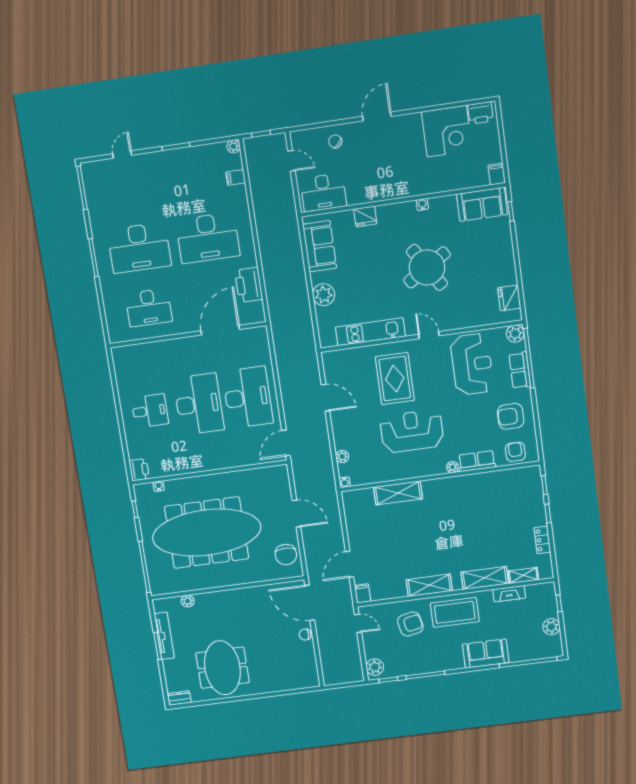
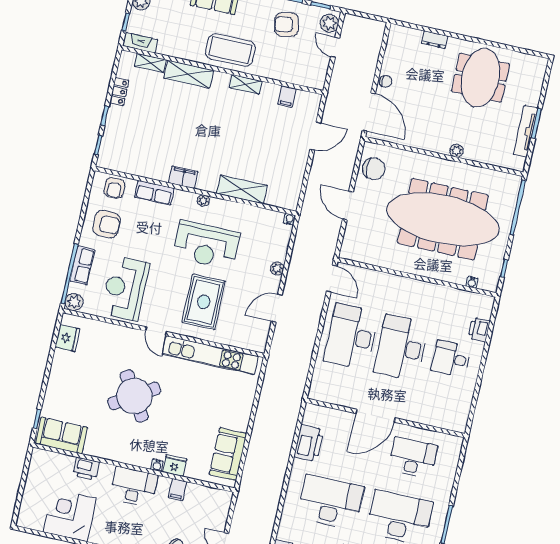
printer: (481, 113) -> (86, 469), moved, turned 180
filing cabinet: (497, 174) -> (178, 490), moved
desk: (323, 192) -> (134, 487), moved
water cooler: (422, 204) -> (157, 465), moved
plant: (324, 295) -> (241, 407), removed
door: (220, 330) -> (375, 416), moved
kitchen unit: (370, 332) -> (210, 355), width x1.36
door: (325, 398) -> (277, 308), hinge flipped
door: (286, 443) -> (332, 279), hinge flipped
plant: (342, 457) -> (277, 269), moved
plant: (452, 467) -> (203, 201), moved
printer: (139, 470) -> (479, 330), moved
filing cabinet: (455, 485) -> (183, 177), added
chair: (286, 555) -> (374, 169), turned 90
shelving: (429, 585) -> (246, 84), width x0.67, depth x0.75
filing cabinet: (363, 593) -> (287, 96), moved
fireplace: (509, 594) -> (141, 43), moved
plant: (188, 601) -> (456, 151), moved
door: (358, 623) -> (335, 47), moved
armchair: (410, 624) -> (287, 25), moved
dresser: (179, 698) -> (435, 40), moved

